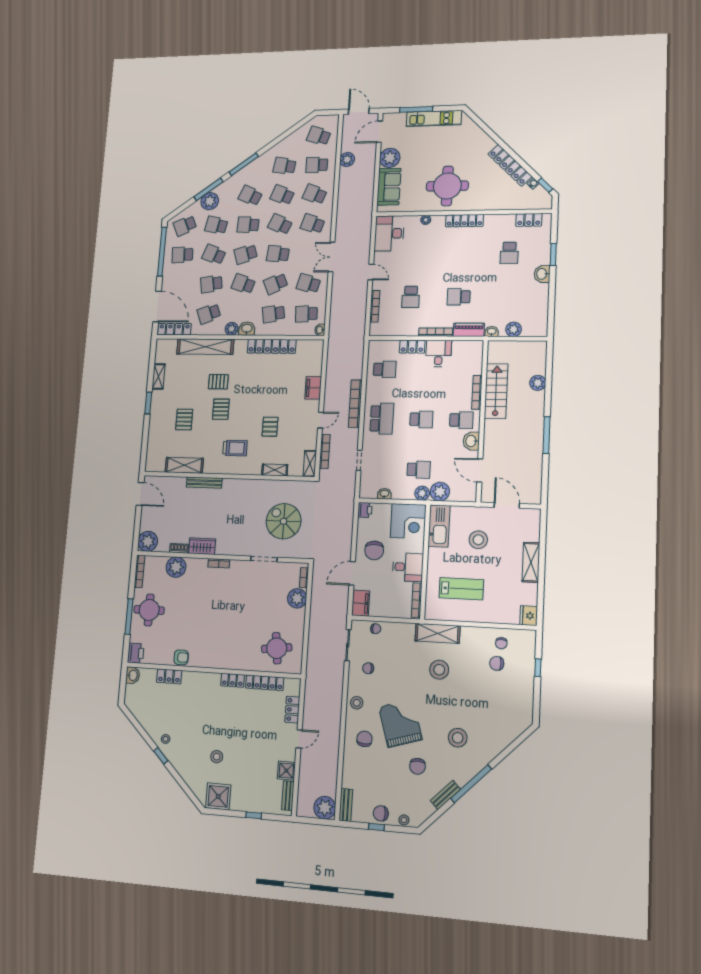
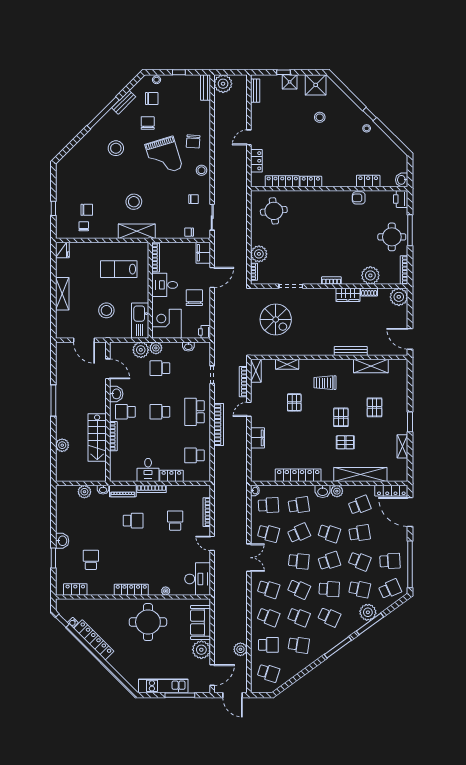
shower: (286, 771) -> (290, 82), moved
chair: (381, 813) -> (152, 99), moved

